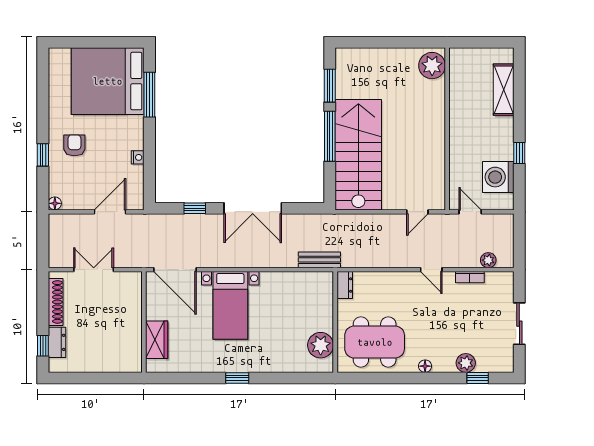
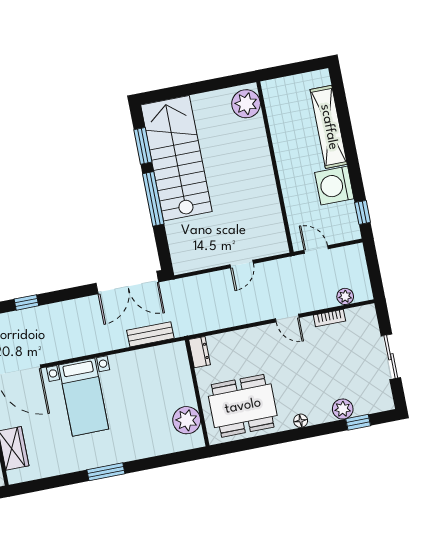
shelving: (504, 90) -> (329, 127), width x1.47
window: (519, 153) -> (363, 212), moved
stairs: (358, 155) -> (176, 158), moved
washing machine: (498, 177) -> (334, 186), moved
double door: (253, 208) -> (127, 283), moved
door: (417, 212) -> (242, 264), moved
bench: (319, 260) -> (150, 334), moved
window: (237, 378) -> (106, 472), width x1.50

